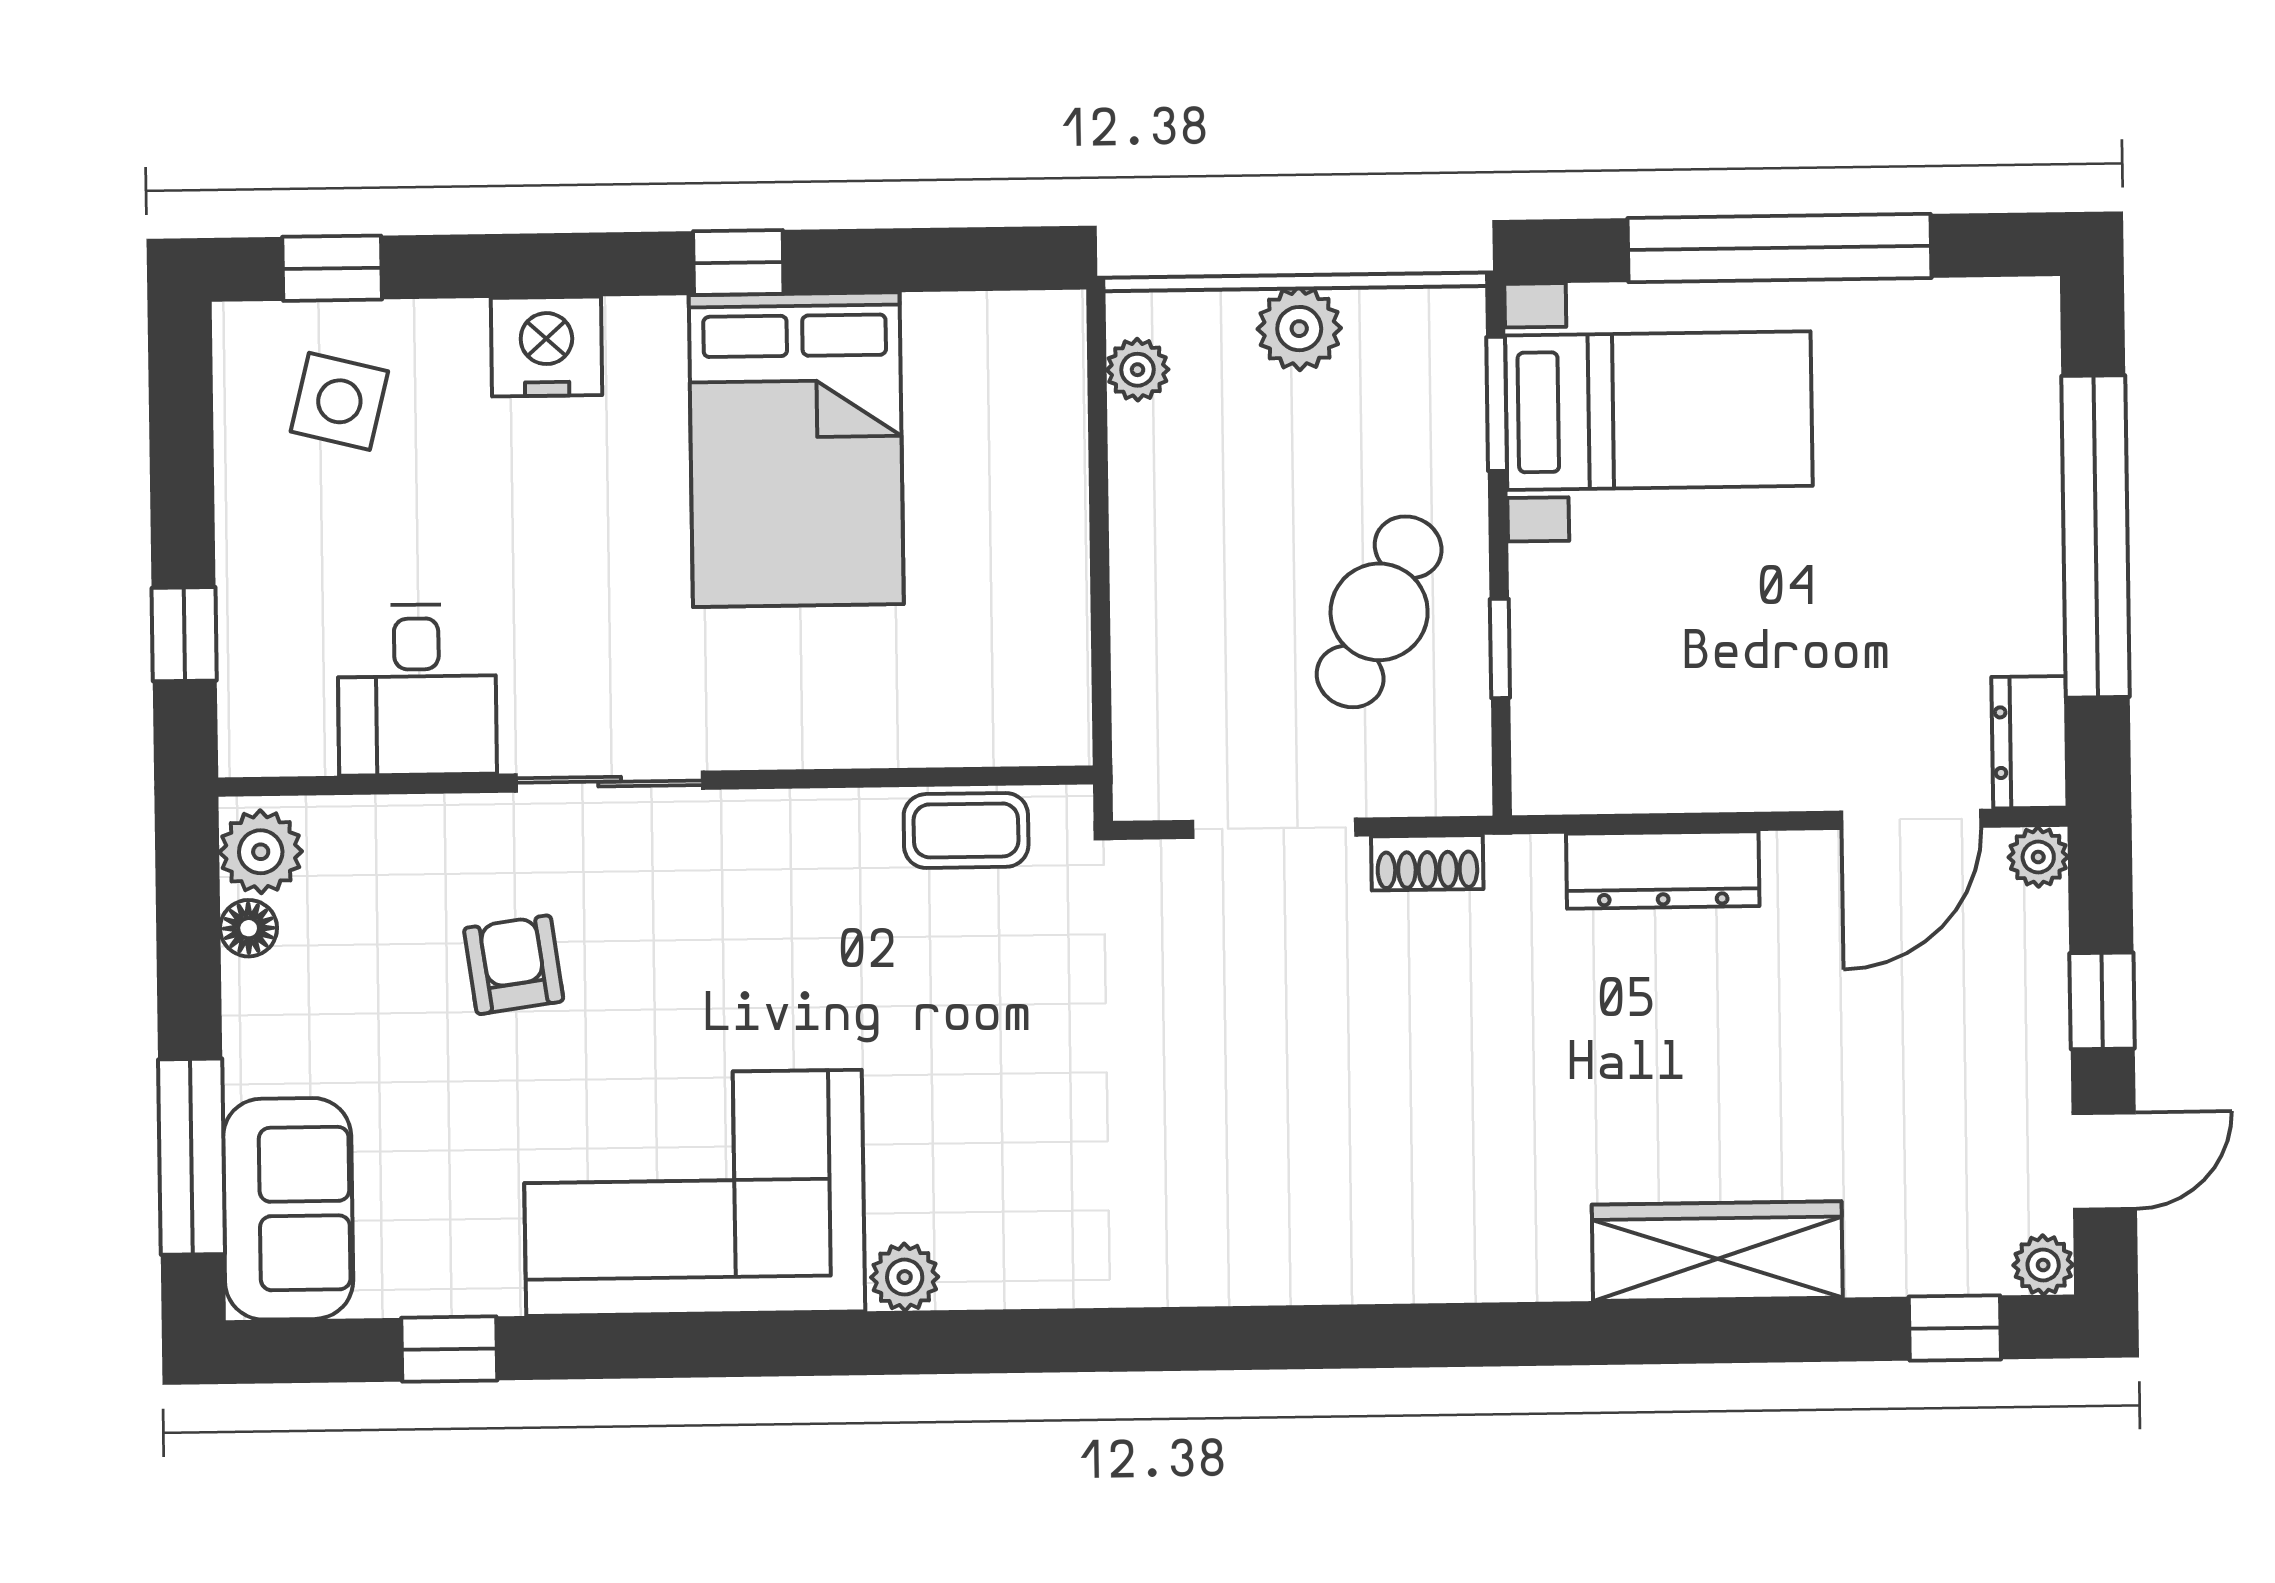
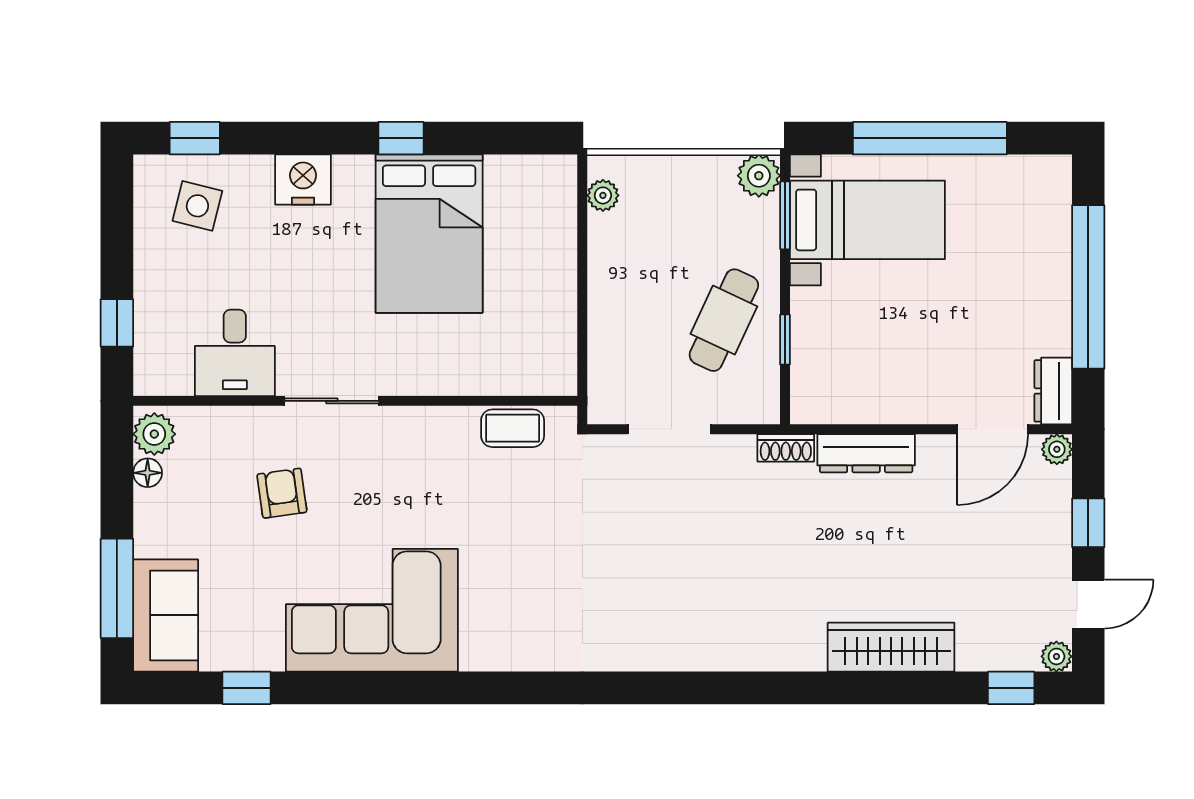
plant: (1299, 329) -> (759, 176), moved
shoe rack: (1427, 863) -> (786, 448), moved
plant: (905, 1277) -> (478, 655), removed

